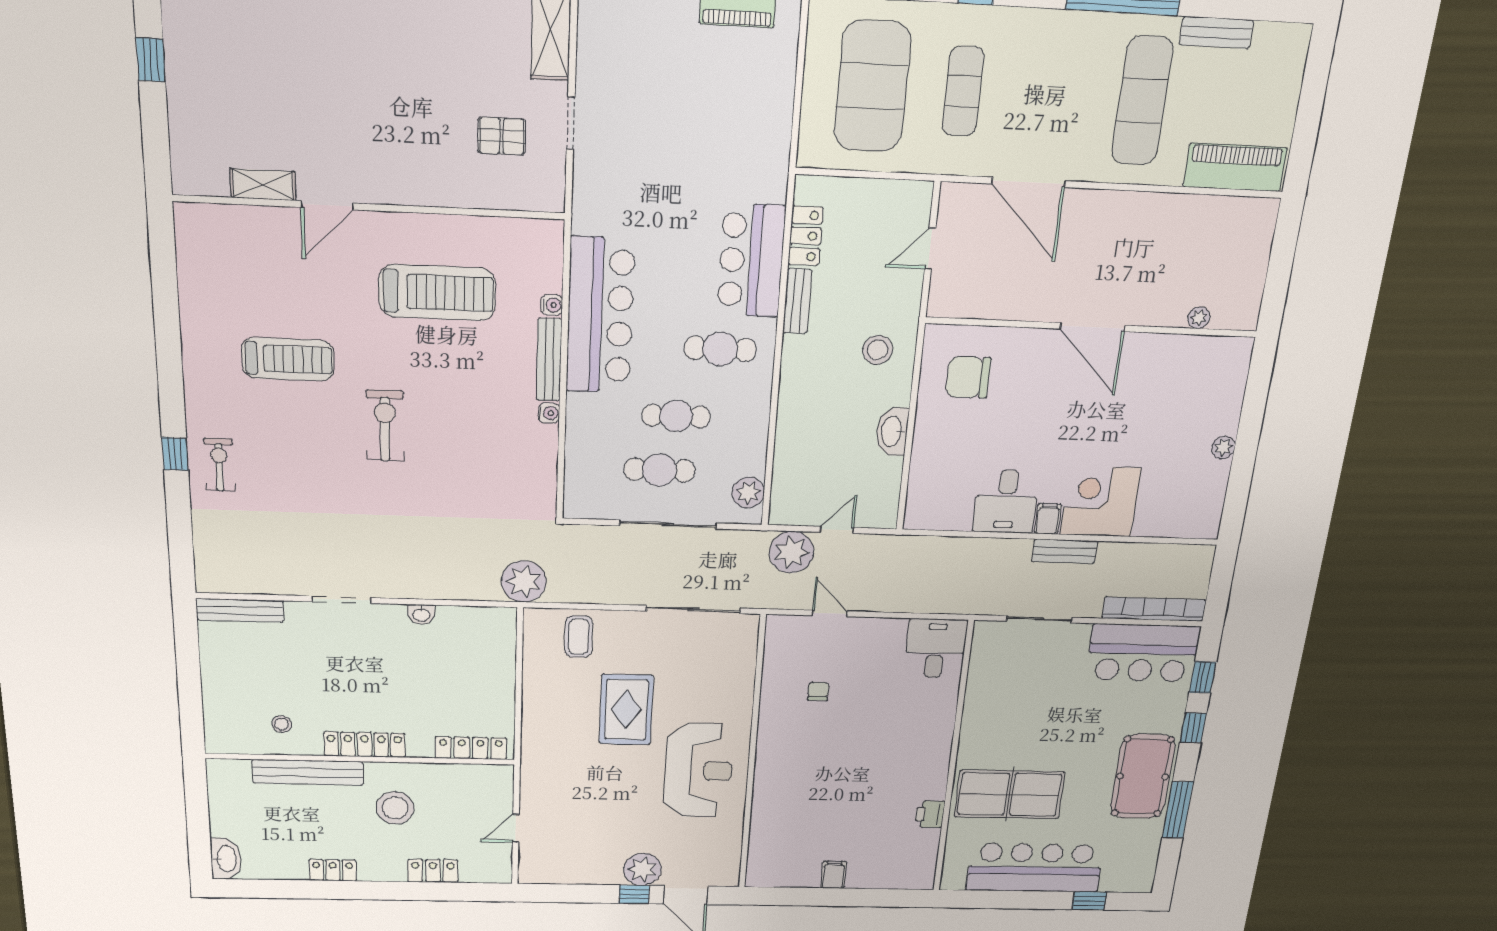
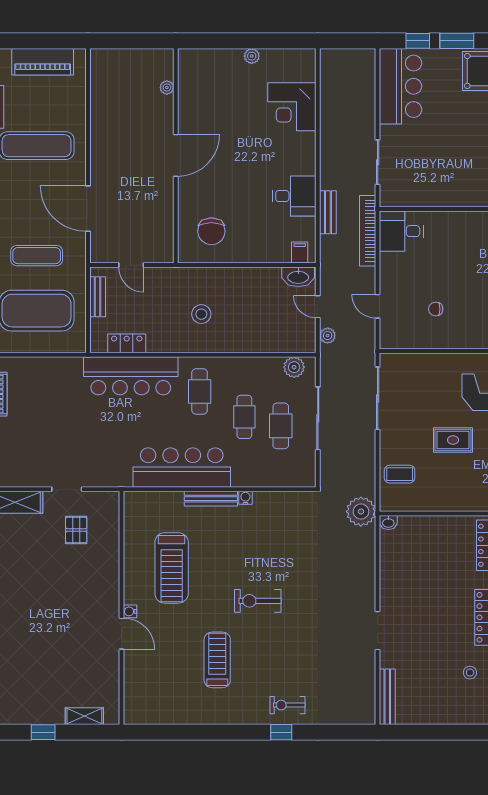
piano: (1235, 167) -> (43, 62), moved, turned -90
door: (1029, 182) -> (88, 209), swing flipped
shelving: (263, 185) -> (84, 716), moved, turned 90
bar counter: (751, 261) -> (131, 376), width x1.36
treadmill: (437, 293) -> (172, 568), turned 180
bench: (797, 301) -> (98, 297), moved, turned 90
water cooler: (552, 305) -> (130, 611), moved, turned -90
stool: (878, 350) -> (201, 314), moved
washbasin: (892, 431) -> (298, 277), moved
corner desk: (1100, 501) -> (292, 107), moved
filing cabinet: (1048, 519) -> (300, 252), moved, turned 90
bench: (1065, 551) -> (328, 212), moved
plant: (791, 552) -> (328, 336), width x0.53, depth x0.53
bookcase: (1154, 609) -> (368, 231), moved
door: (830, 613) -> (378, 306), hinge flipped
washbasin: (421, 614) -> (388, 523), moved, turned 90
rug: (626, 710) -> (453, 440), width x0.73, depth x0.70
window: (1193, 728) -> (457, 41), width x1.50

